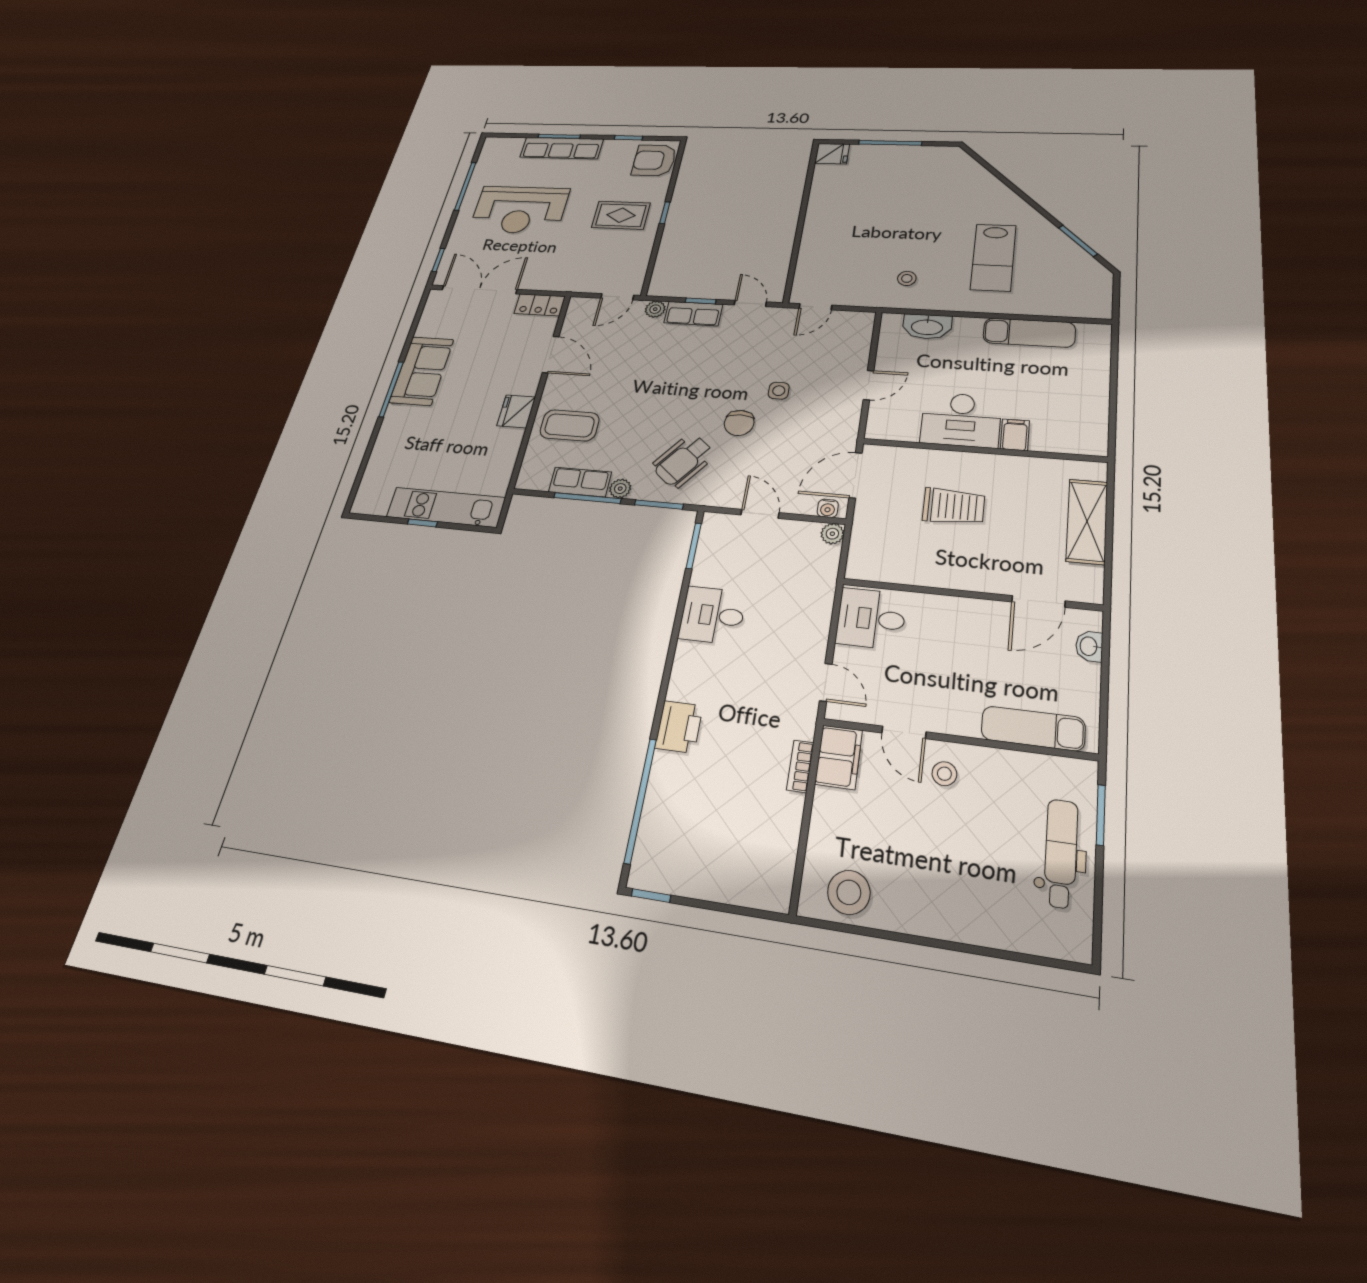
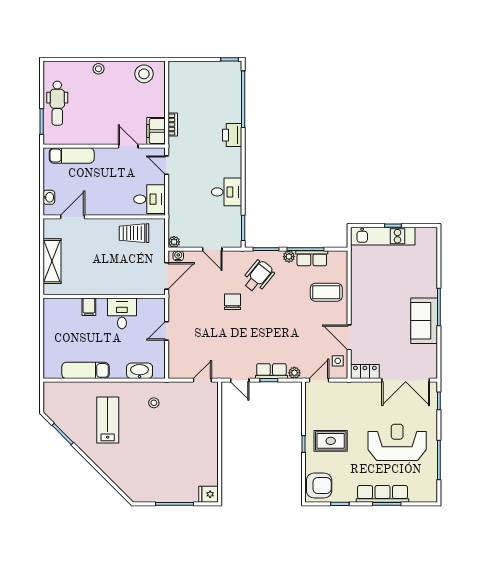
side table: (779, 391) -> (338, 361), moved
fridge: (516, 411) -> (359, 299), removed
desk: (961, 420) -> (122, 313), width x0.73
trolley: (954, 506) -> (134, 233), moved
stool: (944, 774) -> (99, 69), moved

